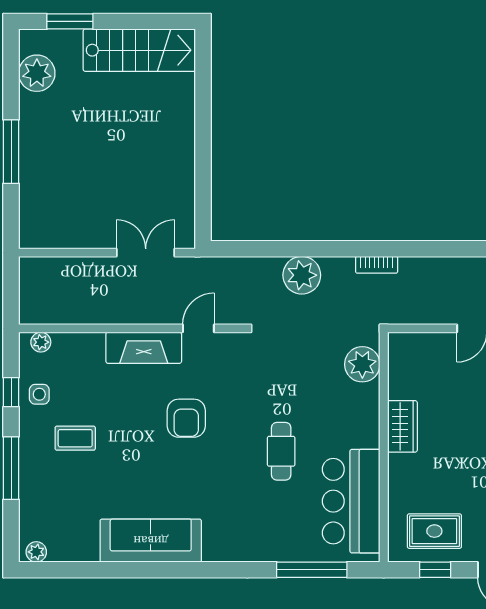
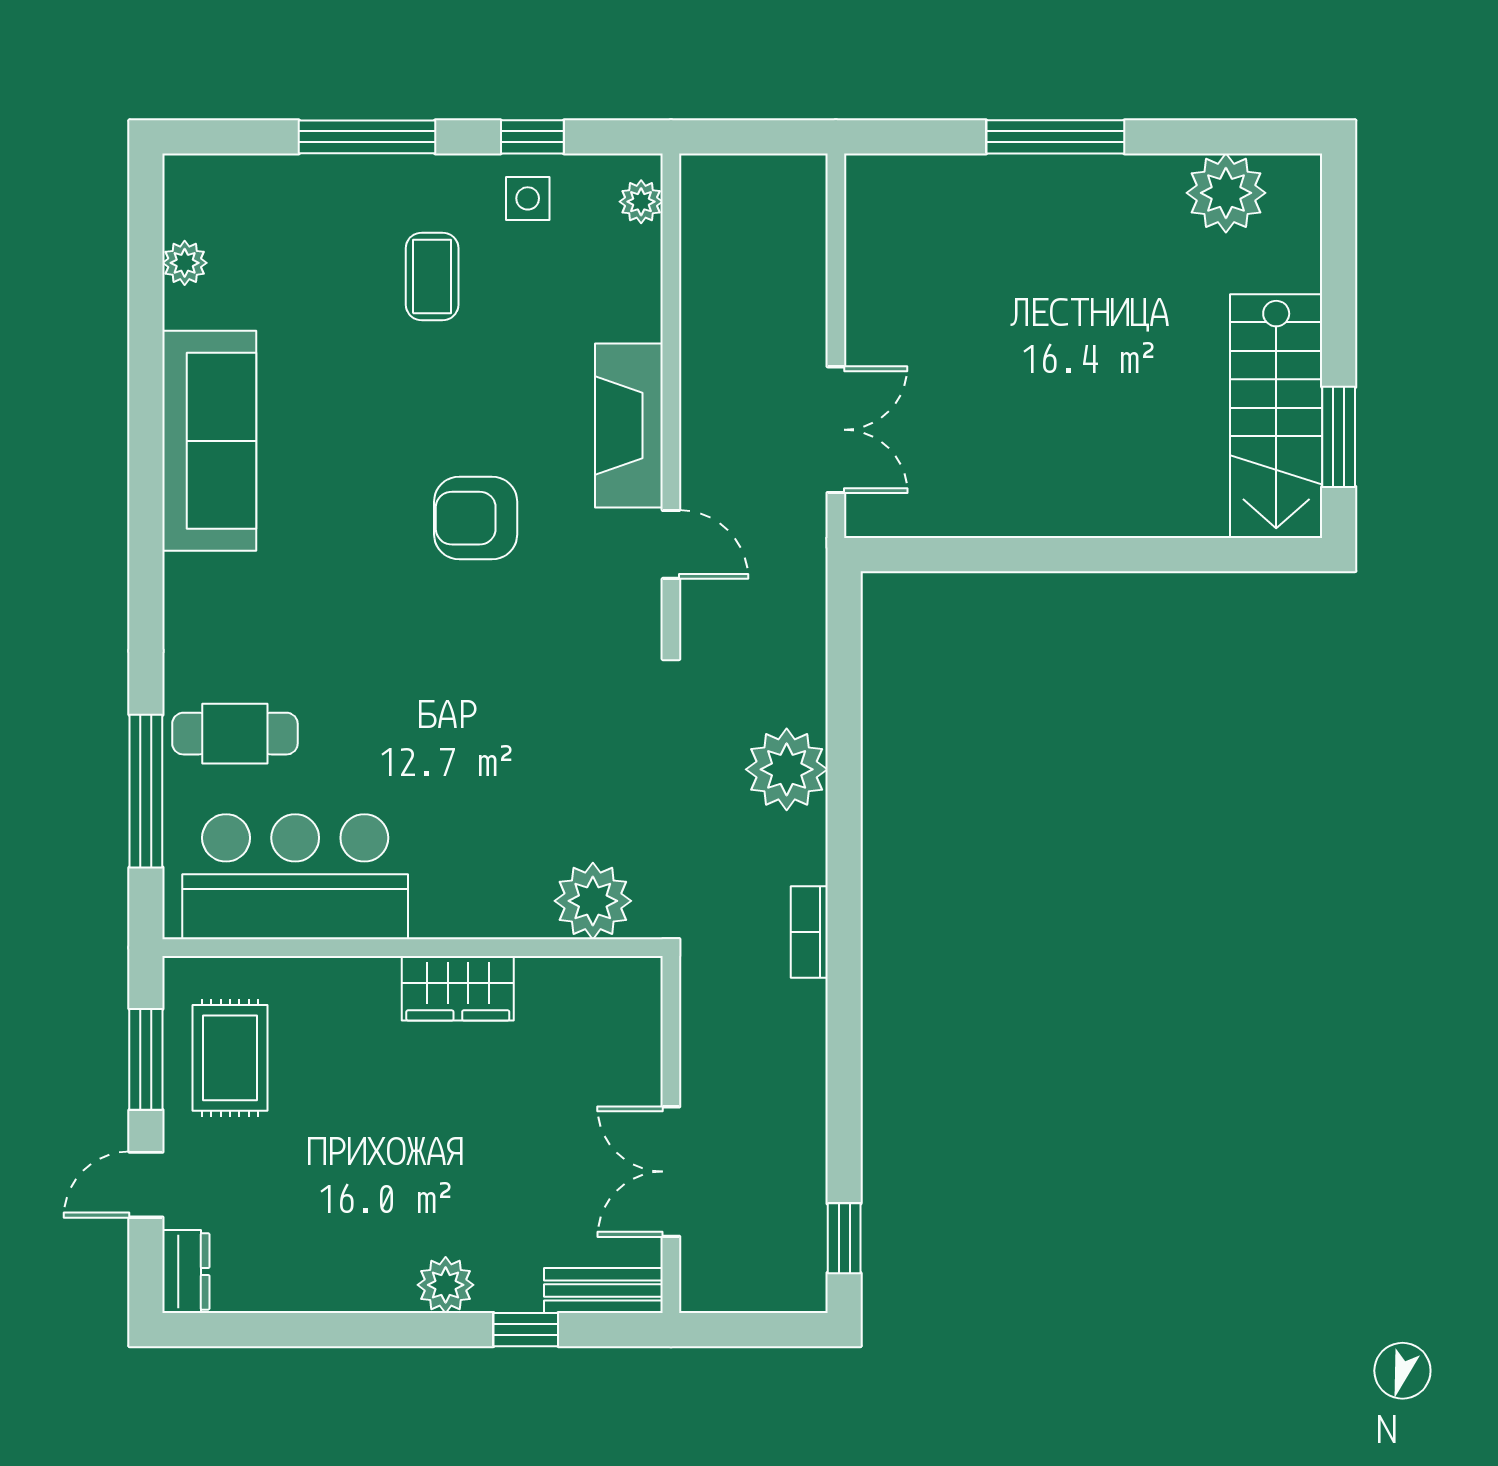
window: (70, 21) -> (1339, 437), moved
cafe table: (281, 451) -> (235, 734), moved
plant: (36, 552) -> (185, 263), moved
window: (435, 570) -> (146, 1059), width x1.50

